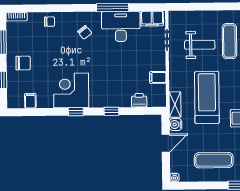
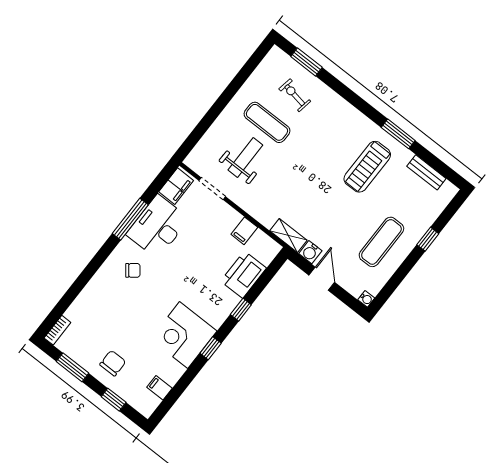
chair: (49, 22) -> (91, 299), removed
treadmill: (207, 97) -> (308, 195), removed
printer: (139, 100) -> (244, 275), width x1.87, depth x1.48

